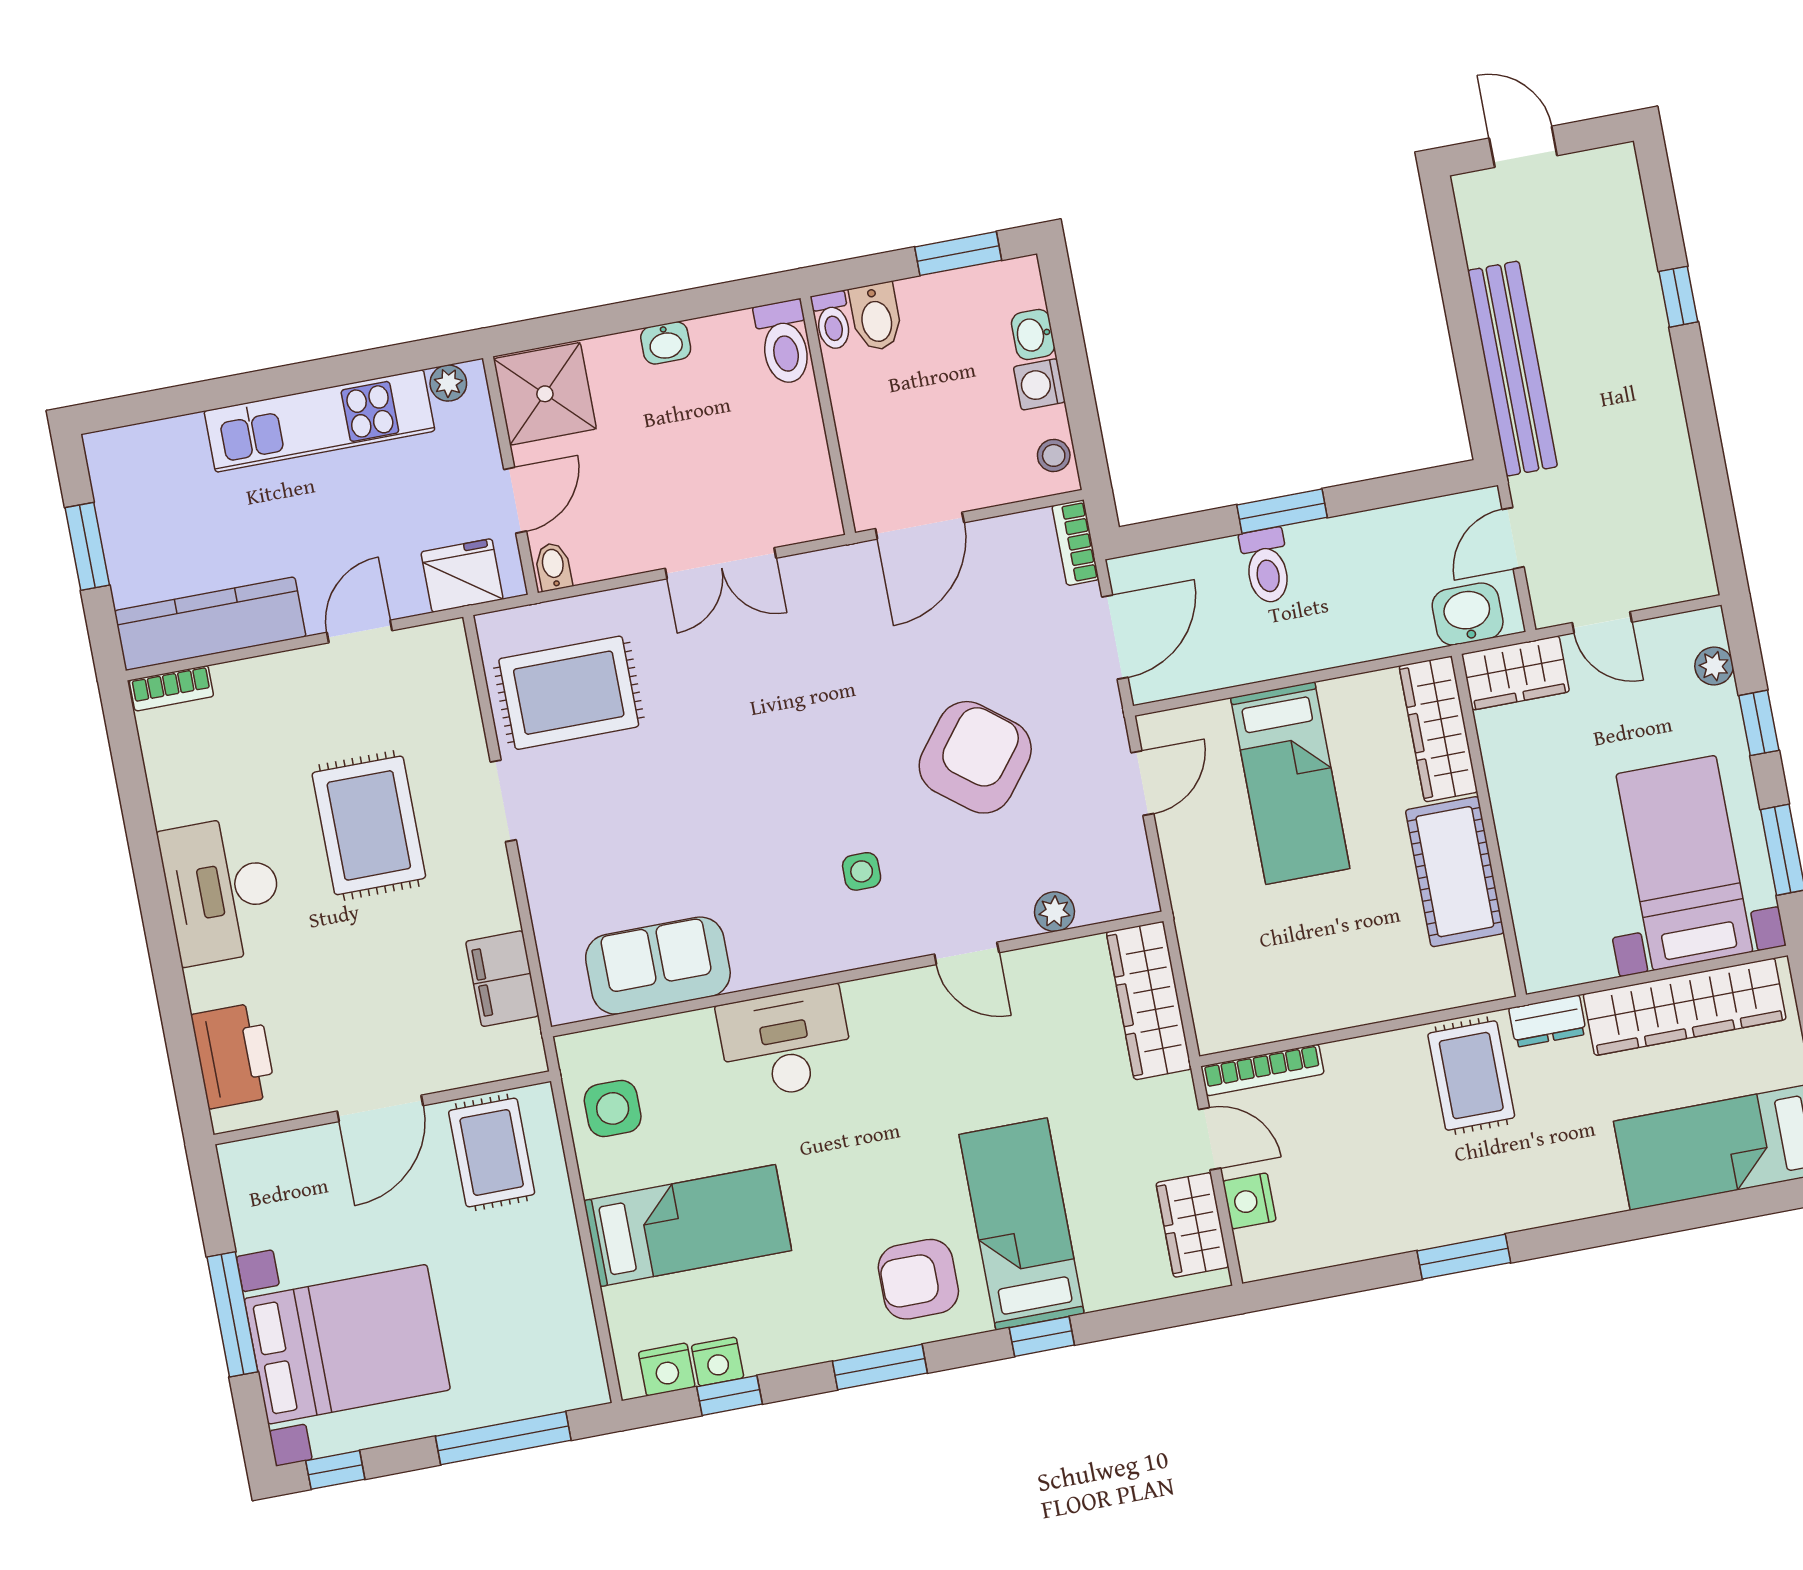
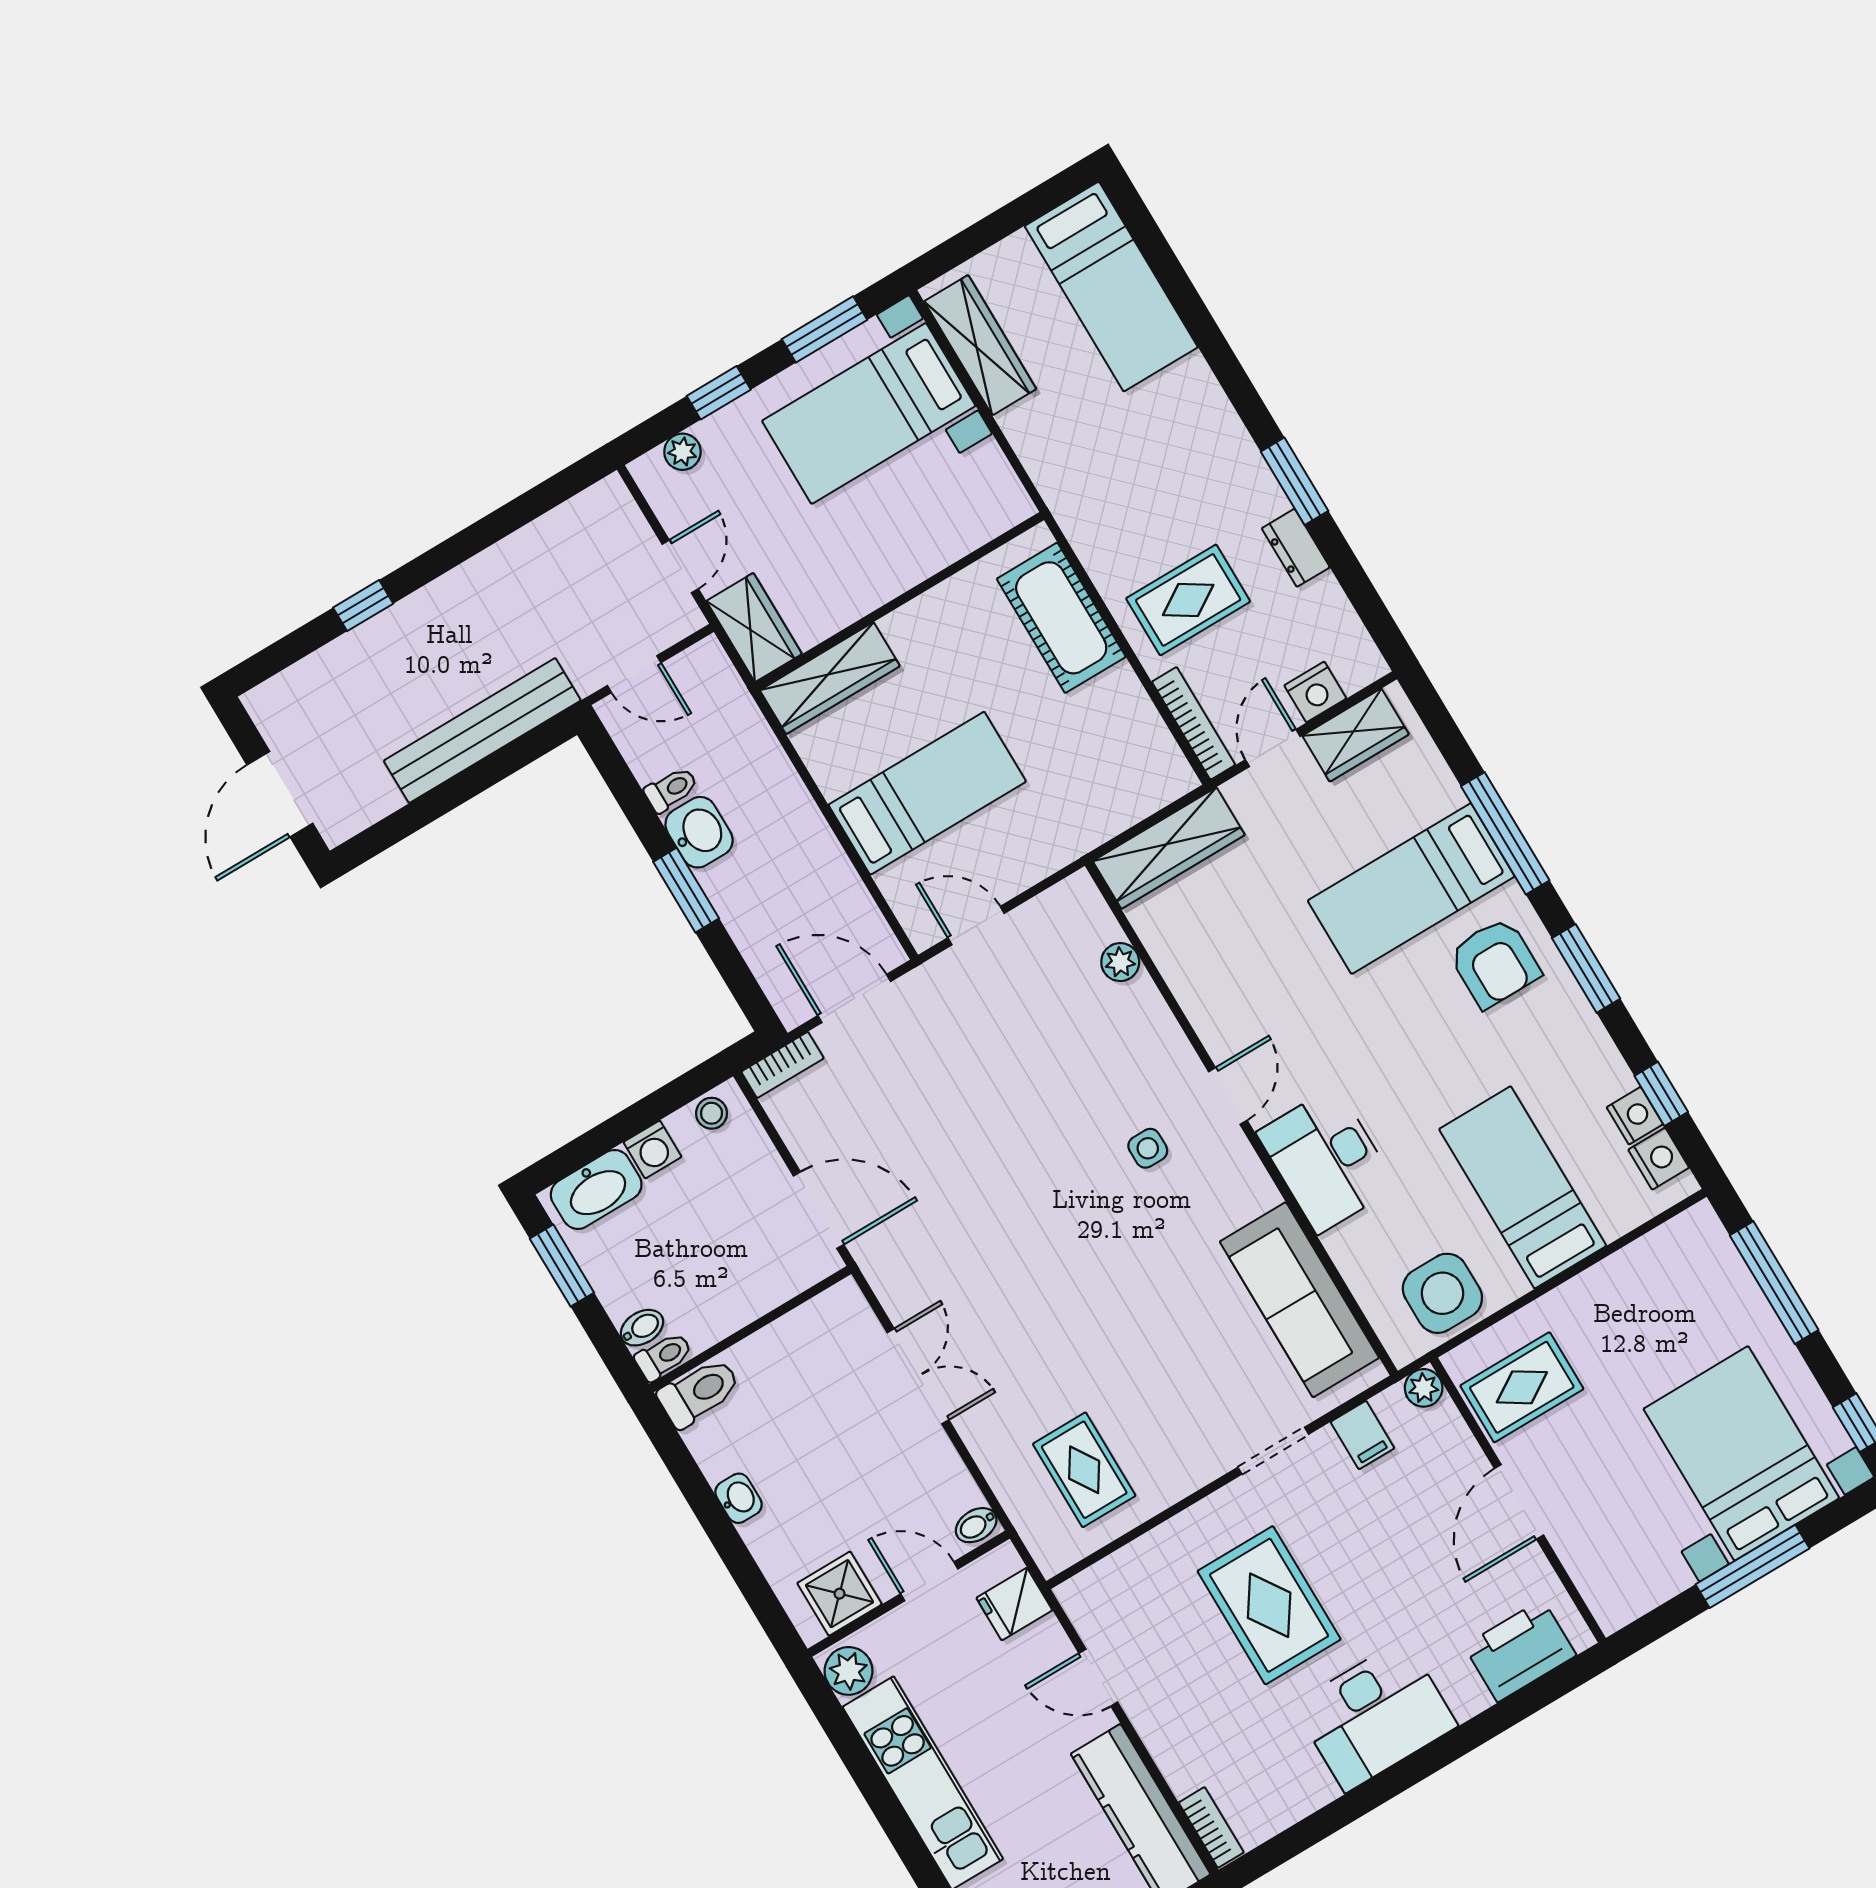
door: (1523, 147) -> (280, 794), width x1.38
bidet: (876, 317) -> (642, 1328), width x0.72, depth x0.74
washbasin: (1033, 335) -> (596, 1189), width x1.91, depth x1.45
plant: (448, 383) -> (849, 1671), width x1.38, depth x1.38
shower: (545, 394) -> (840, 1594), width x0.73, depth x0.73
toilet: (1266, 566) -> (671, 789), moved, width x0.73, depth x0.72
fridge: (462, 576) -> (1014, 1604), width x0.72
washbasin: (1468, 614) -> (699, 832), moved, turned 180
rug: (569, 693) -> (1084, 1470), width x0.73, depth x0.70
armchair: (975, 757) -> (1008, 1084), removed
doorway: (503, 801) -> (1273, 1451), moved
rug: (369, 825) -> (1269, 1605), turned 90
cot: (1455, 872) -> (1061, 618), moved, turned 90
door: (967, 953) -> (1228, 1096), moved
sofa: (658, 966) -> (1299, 1300), width x1.36
filing cabinet: (502, 979) -> (1362, 1435), width x0.50
wardrobe: (1685, 1007) -> (980, 345), width x0.71, depth x0.85
dresser: (1548, 1021) -> (1296, 548), moved, turned 180
plant: (526, 1056) -> (1424, 1388), added
rug: (1471, 1076) -> (1188, 600), moved
door: (380, 1108) -> (1519, 1502), swing flipped
side table: (613, 1108) -> (1442, 1293), width x1.37, depth x1.37
window: (1042, 1336) -> (1505, 833), width x2.17

